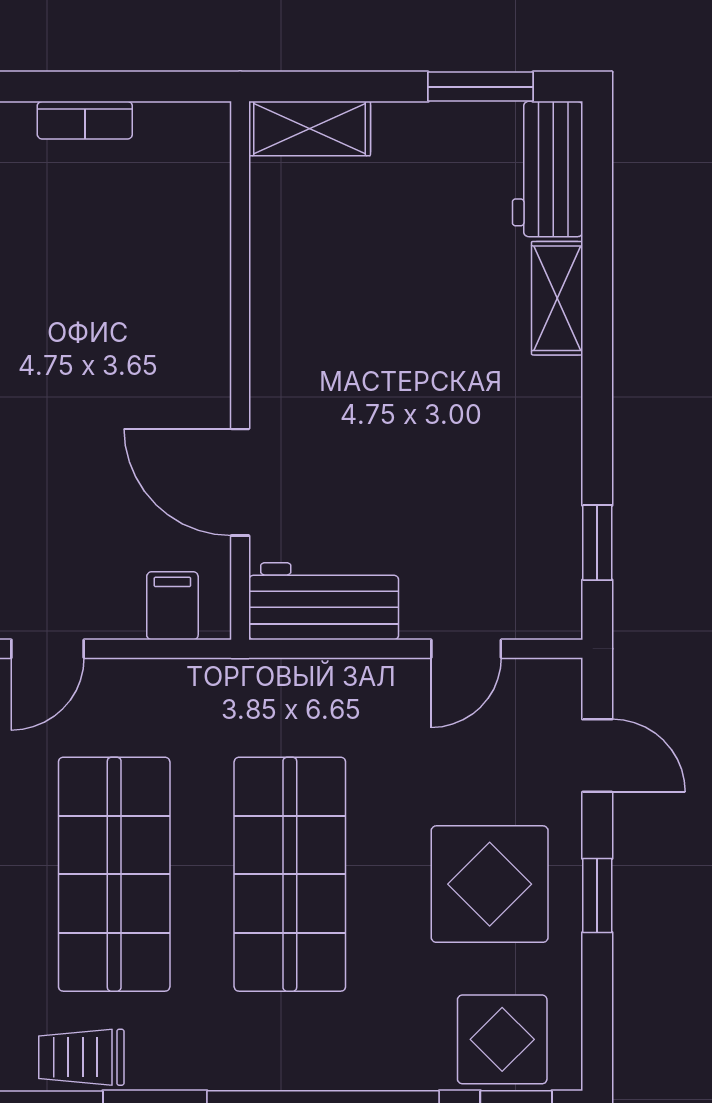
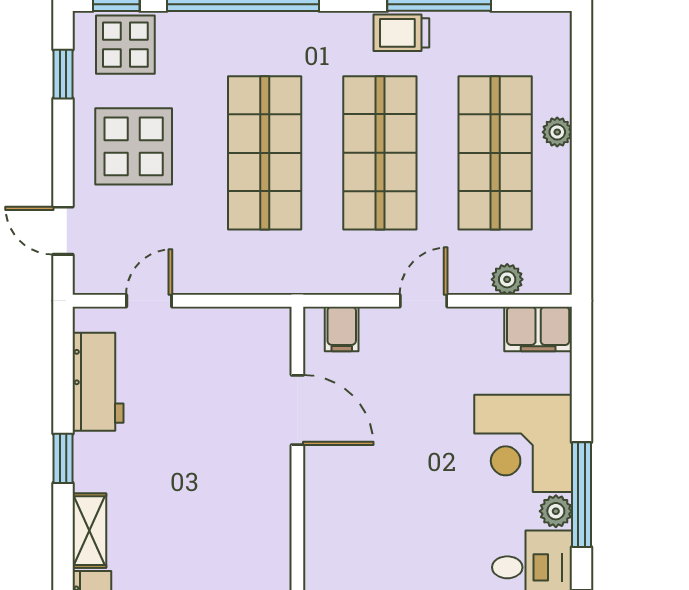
window: (597, 543) -> (63, 458), moved
workbench: (324, 601) -> (98, 382), moved, turned -90
window: (597, 896) -> (63, 74), moved
trolley: (81, 1057) -> (401, 33), turned 180

